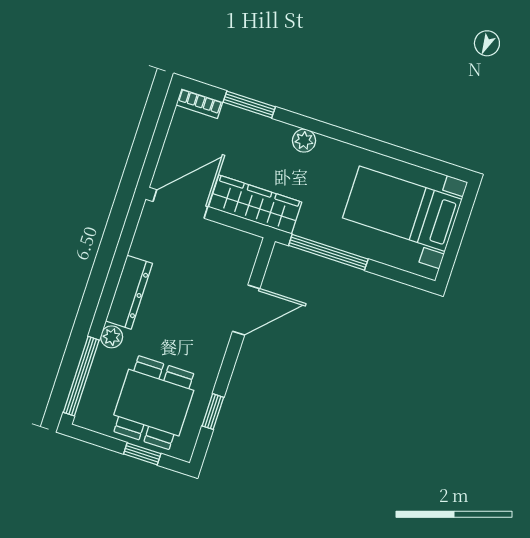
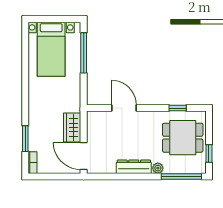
plant: (304, 141) -> (34, 107), removed
wardrobe: (255, 205) -> (72, 128), width x0.67
window: (328, 252) -> (84, 53), moved
window: (142, 454) -> (209, 153), moved

